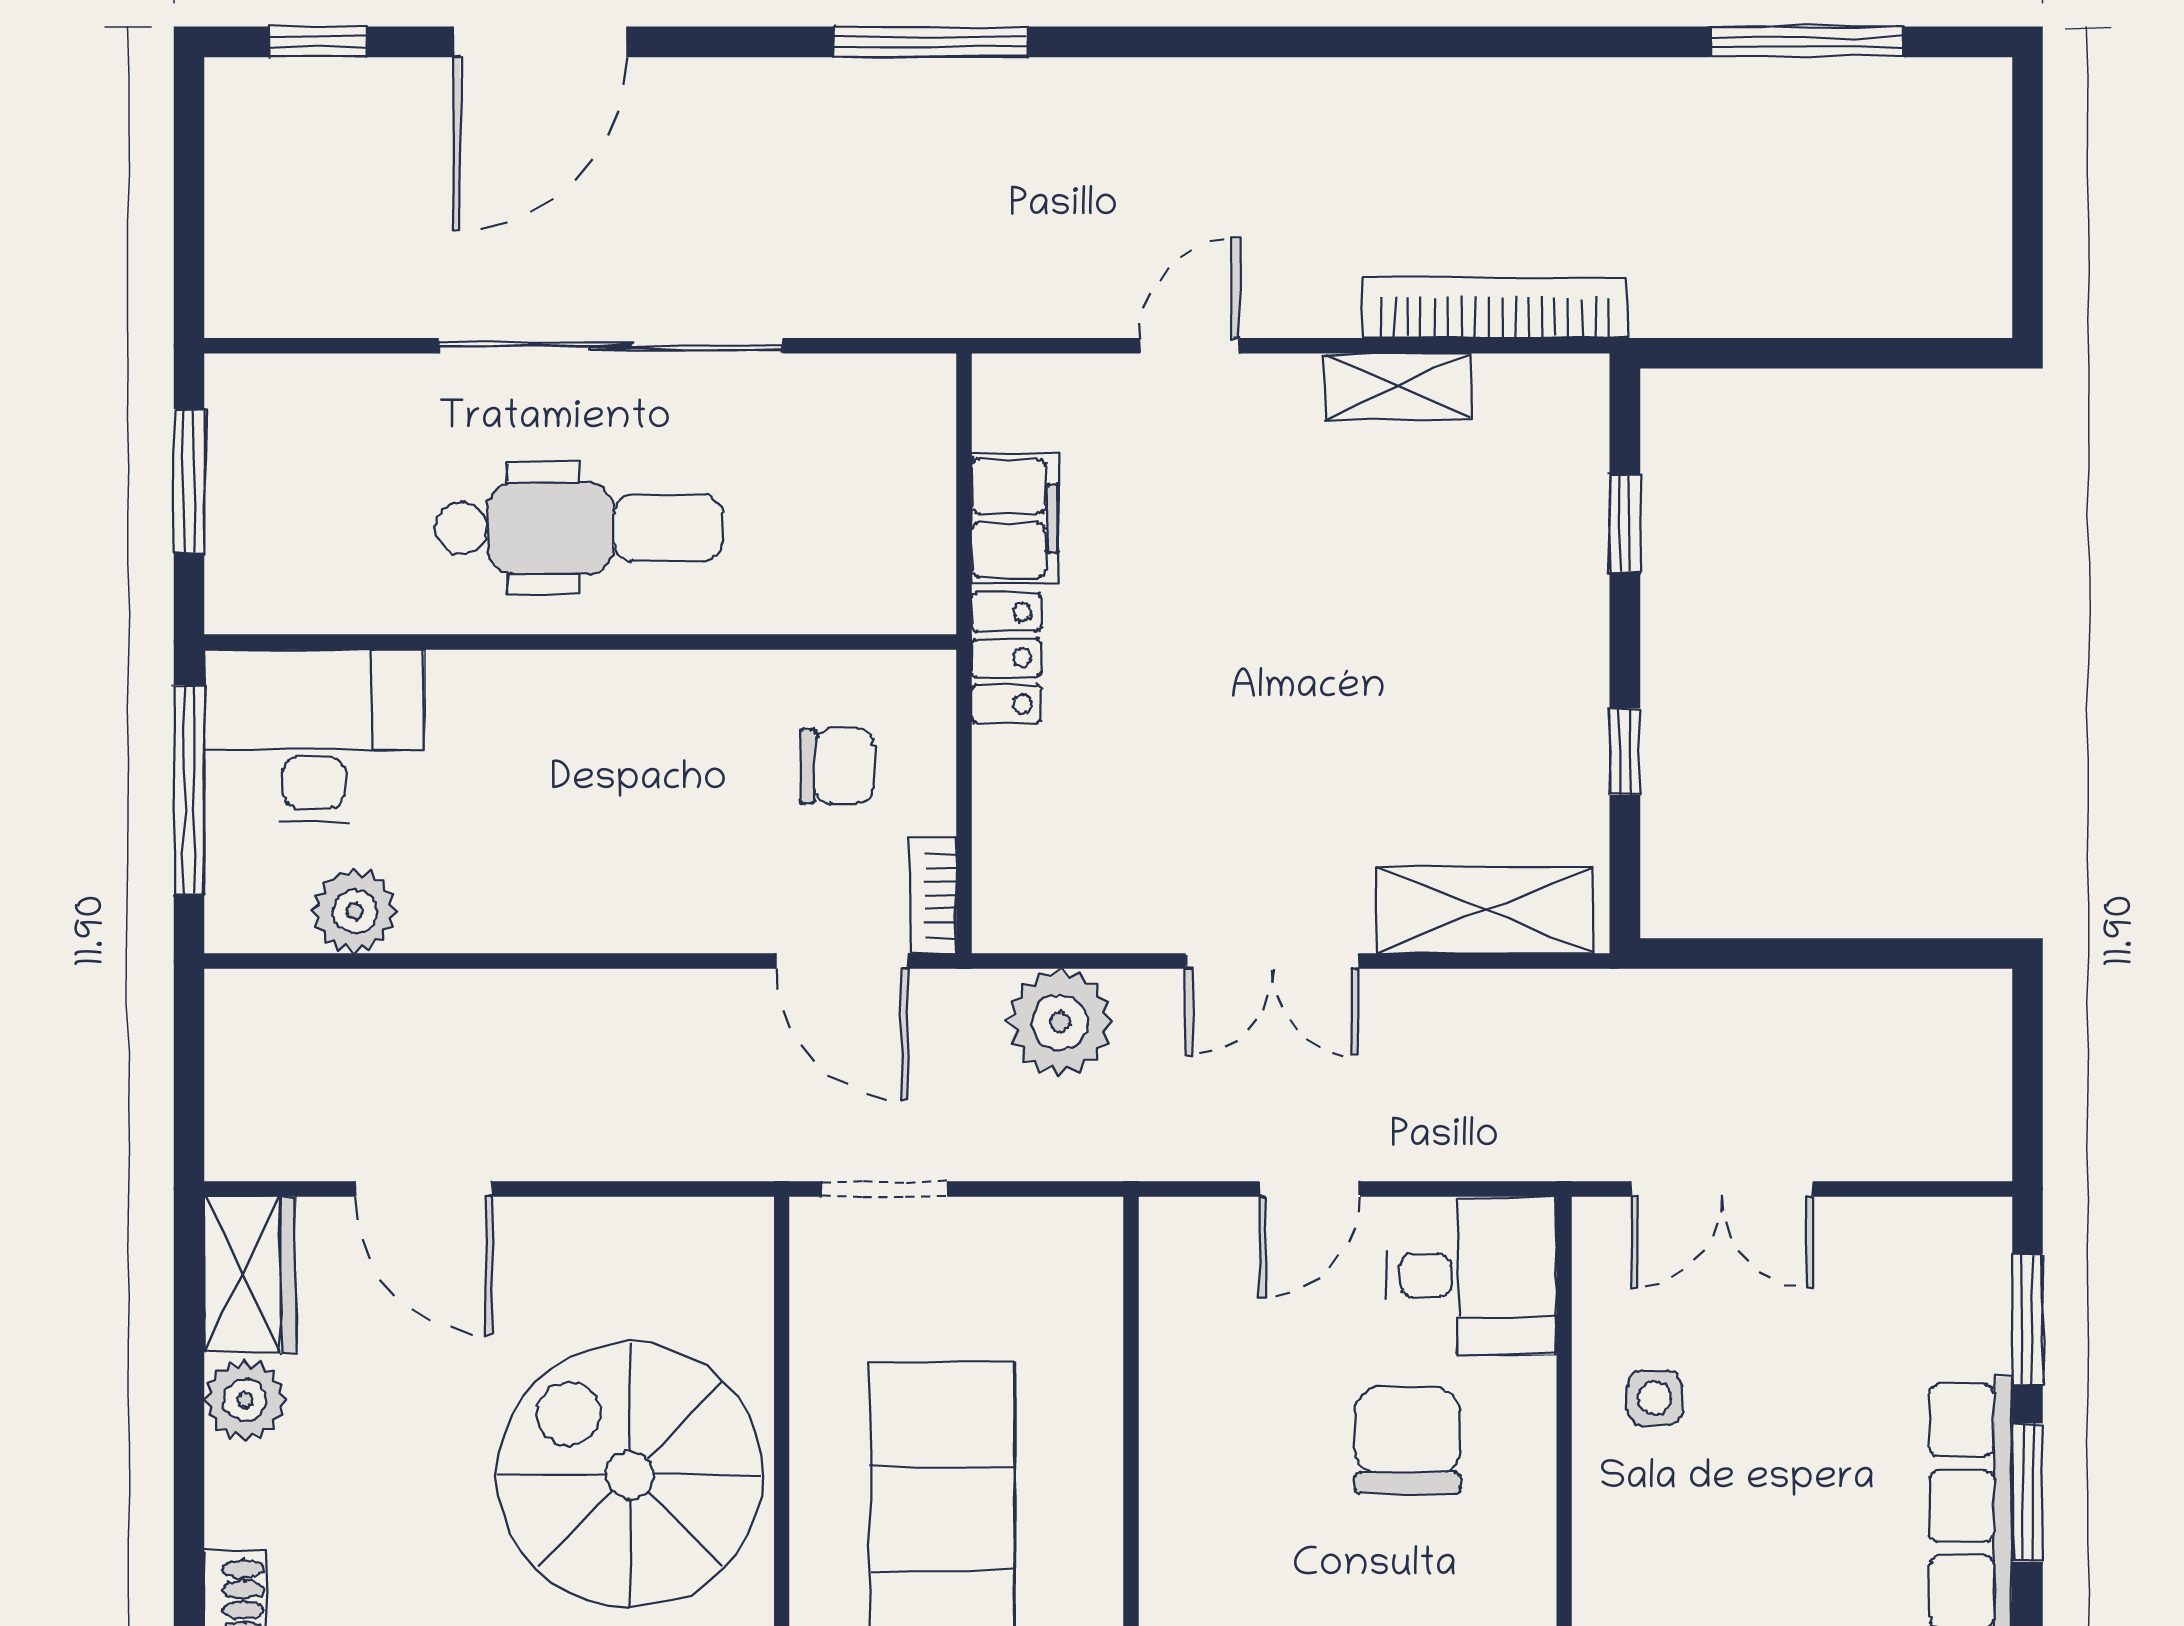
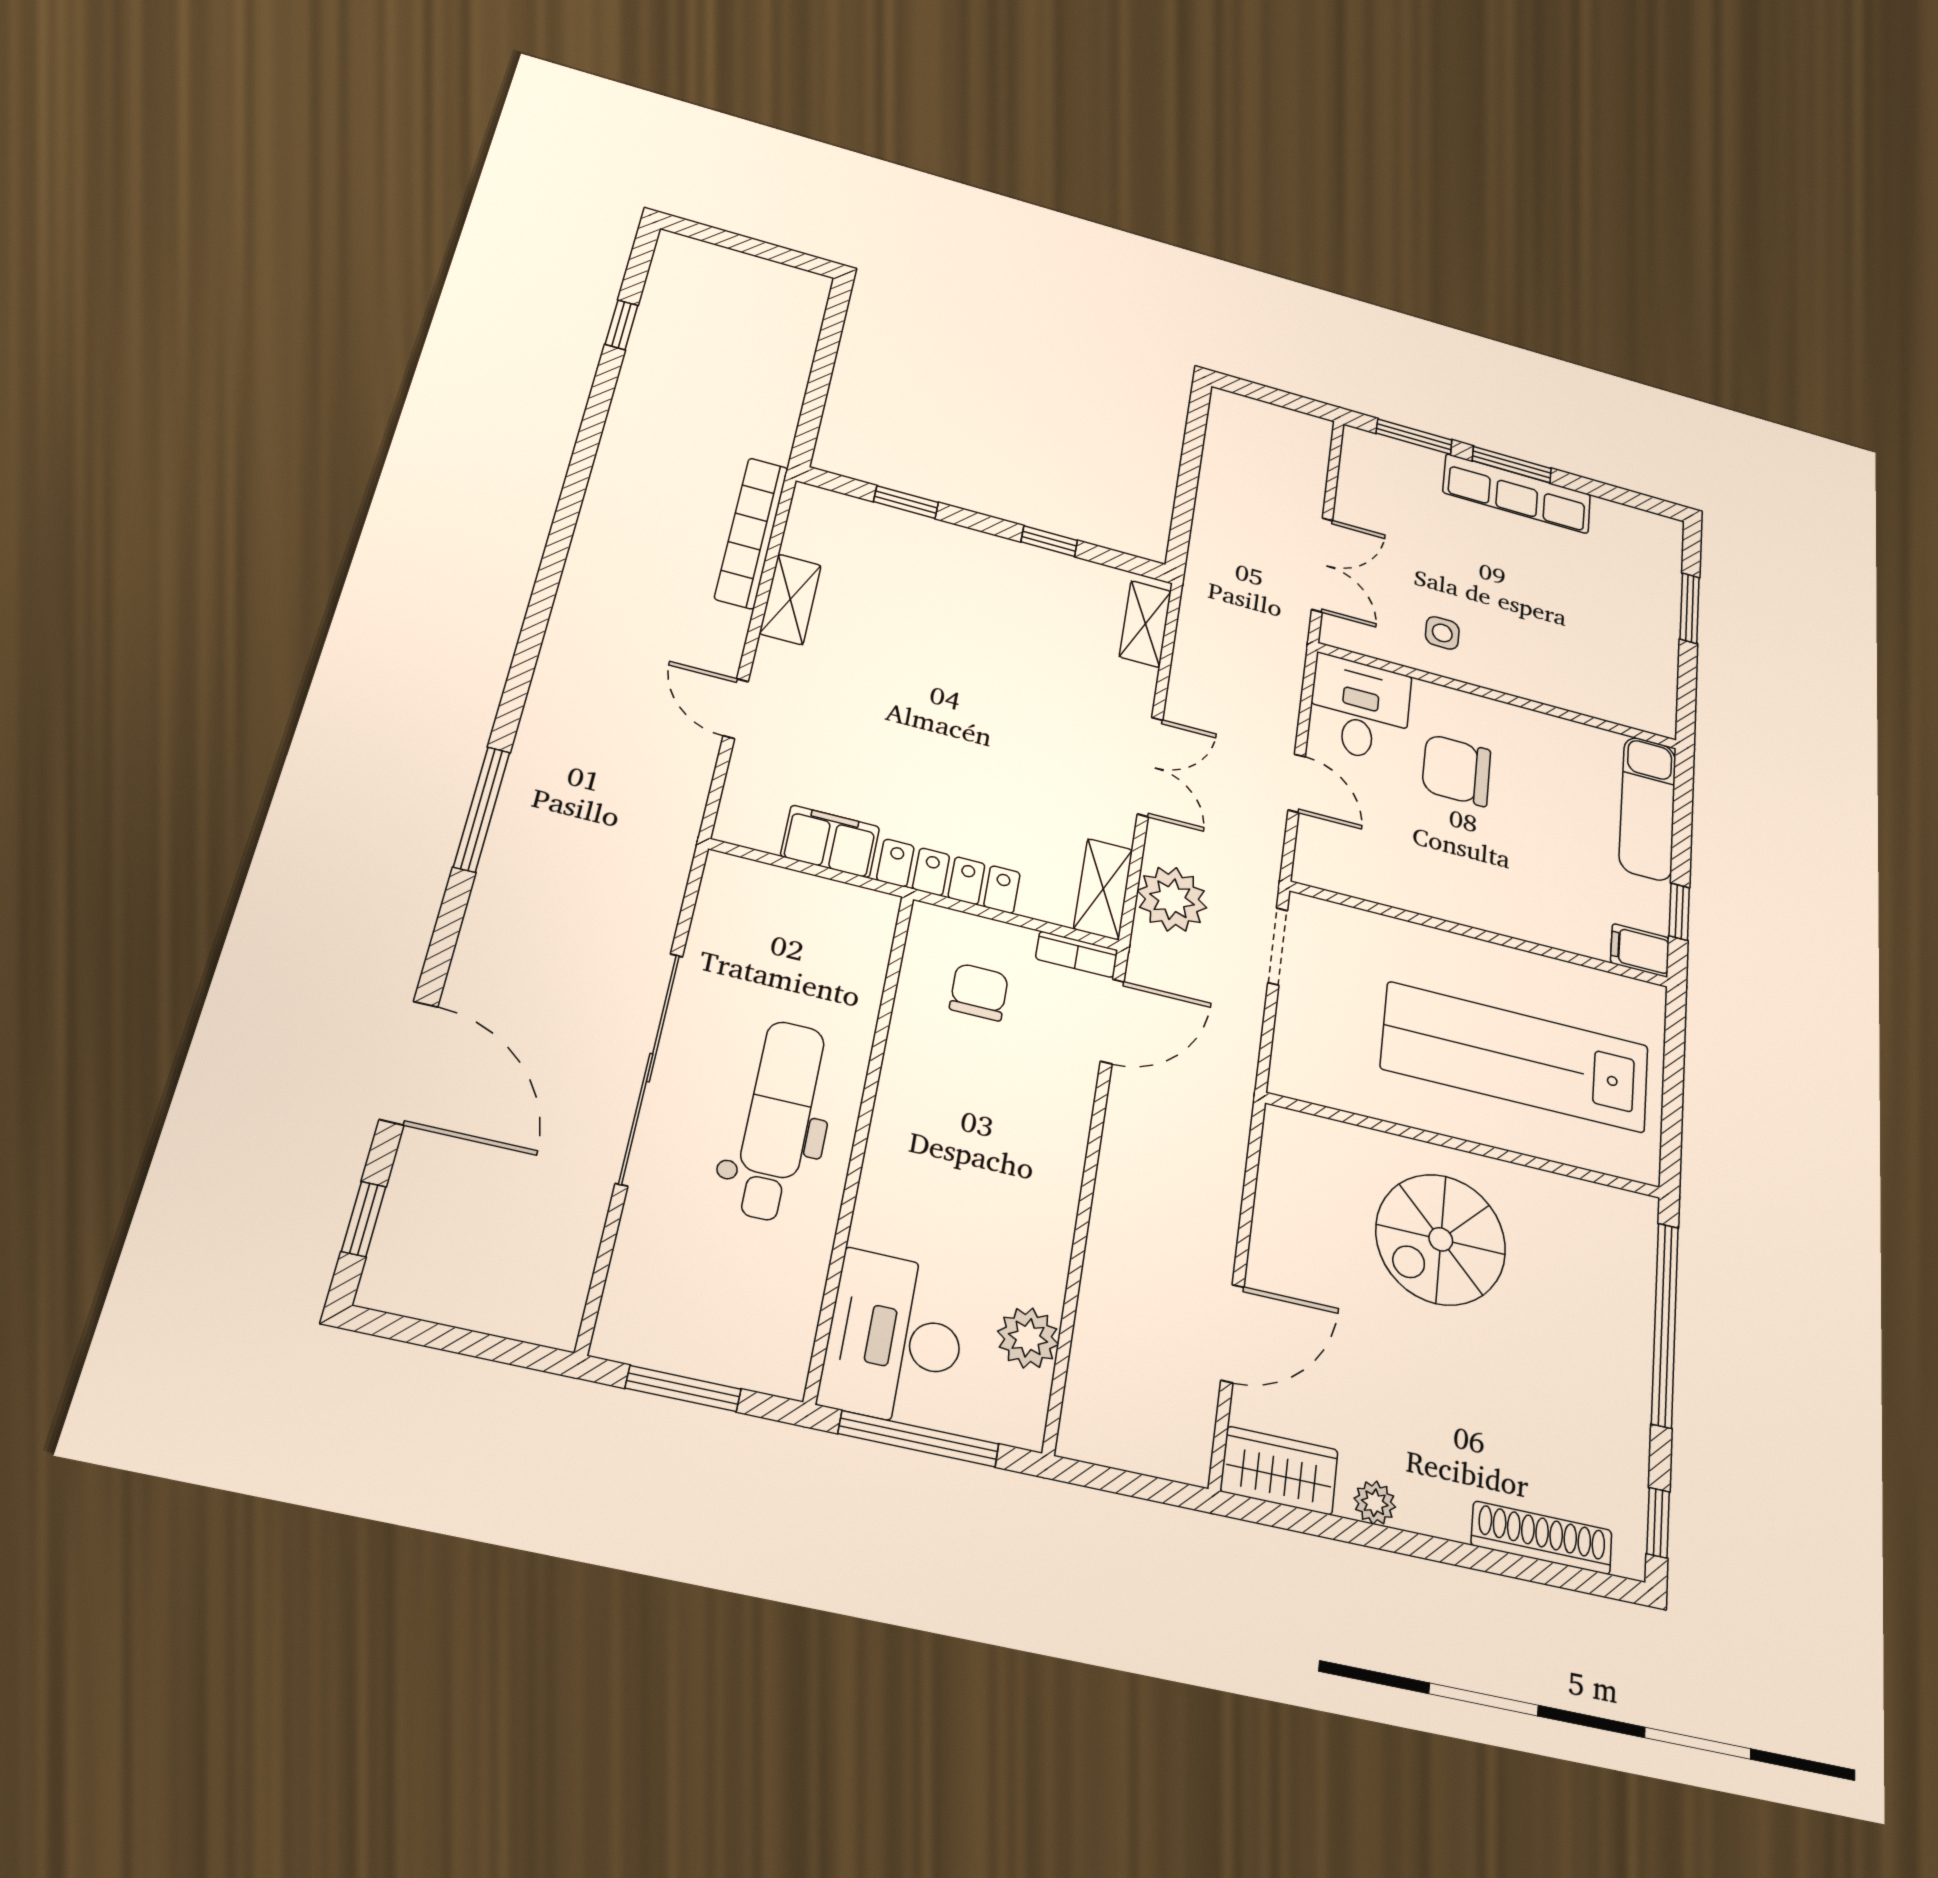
window: (1807, 42) -> (621, 325), width x0.46
locker: (1006, 658) -> (949, 876), width x1.53
shelving: (1485, 910) -> (1145, 624), width x0.67, depth x0.75
shelving: (1048, 919) -> (1103, 889), added
doorway: (885, 1189) -> (1278, 946), moved
plant: (245, 1400) -> (1375, 1503), width x0.73, depth x0.73
spiral stairs: (630, 1475) -> (1441, 1239), width x0.73, depth x0.73

